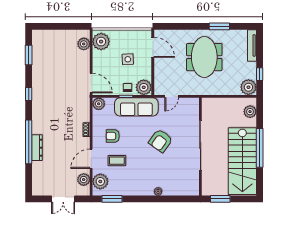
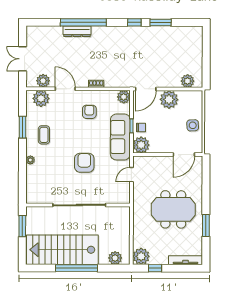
plant: (101, 42) -> (169, 99), moved
window: (29, 55) -> (161, 22), moved
side table: (128, 59) -> (193, 125), moved
door: (172, 96) -> (131, 175), hinge flipped
armchair: (161, 141) -> (84, 163), turned 54
coffee table: (117, 161) -> (44, 135), moved
window: (112, 199) -> (22, 127), moved

